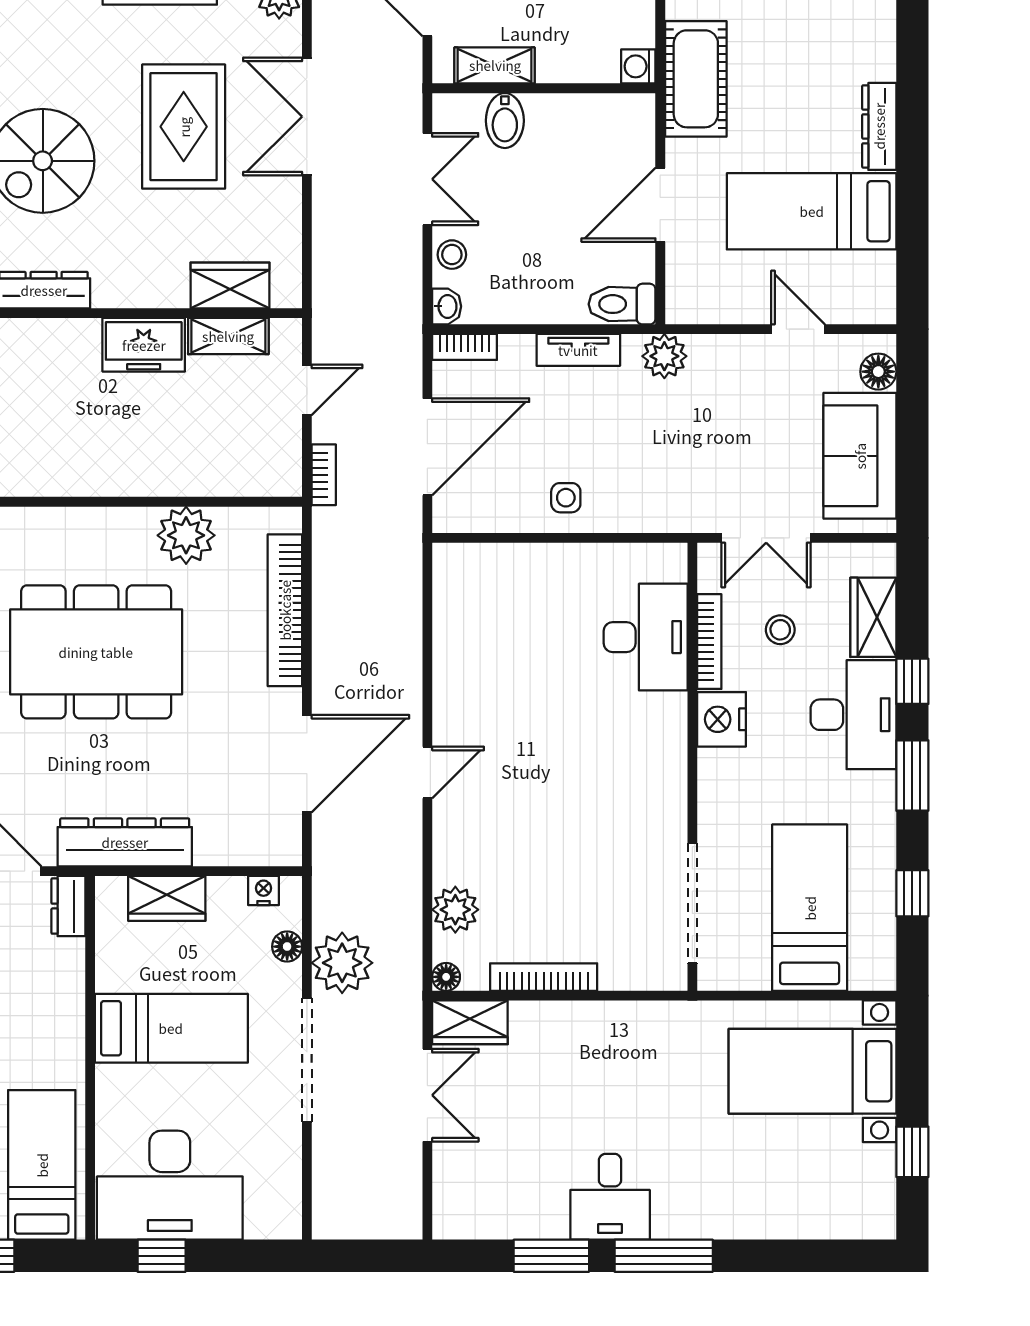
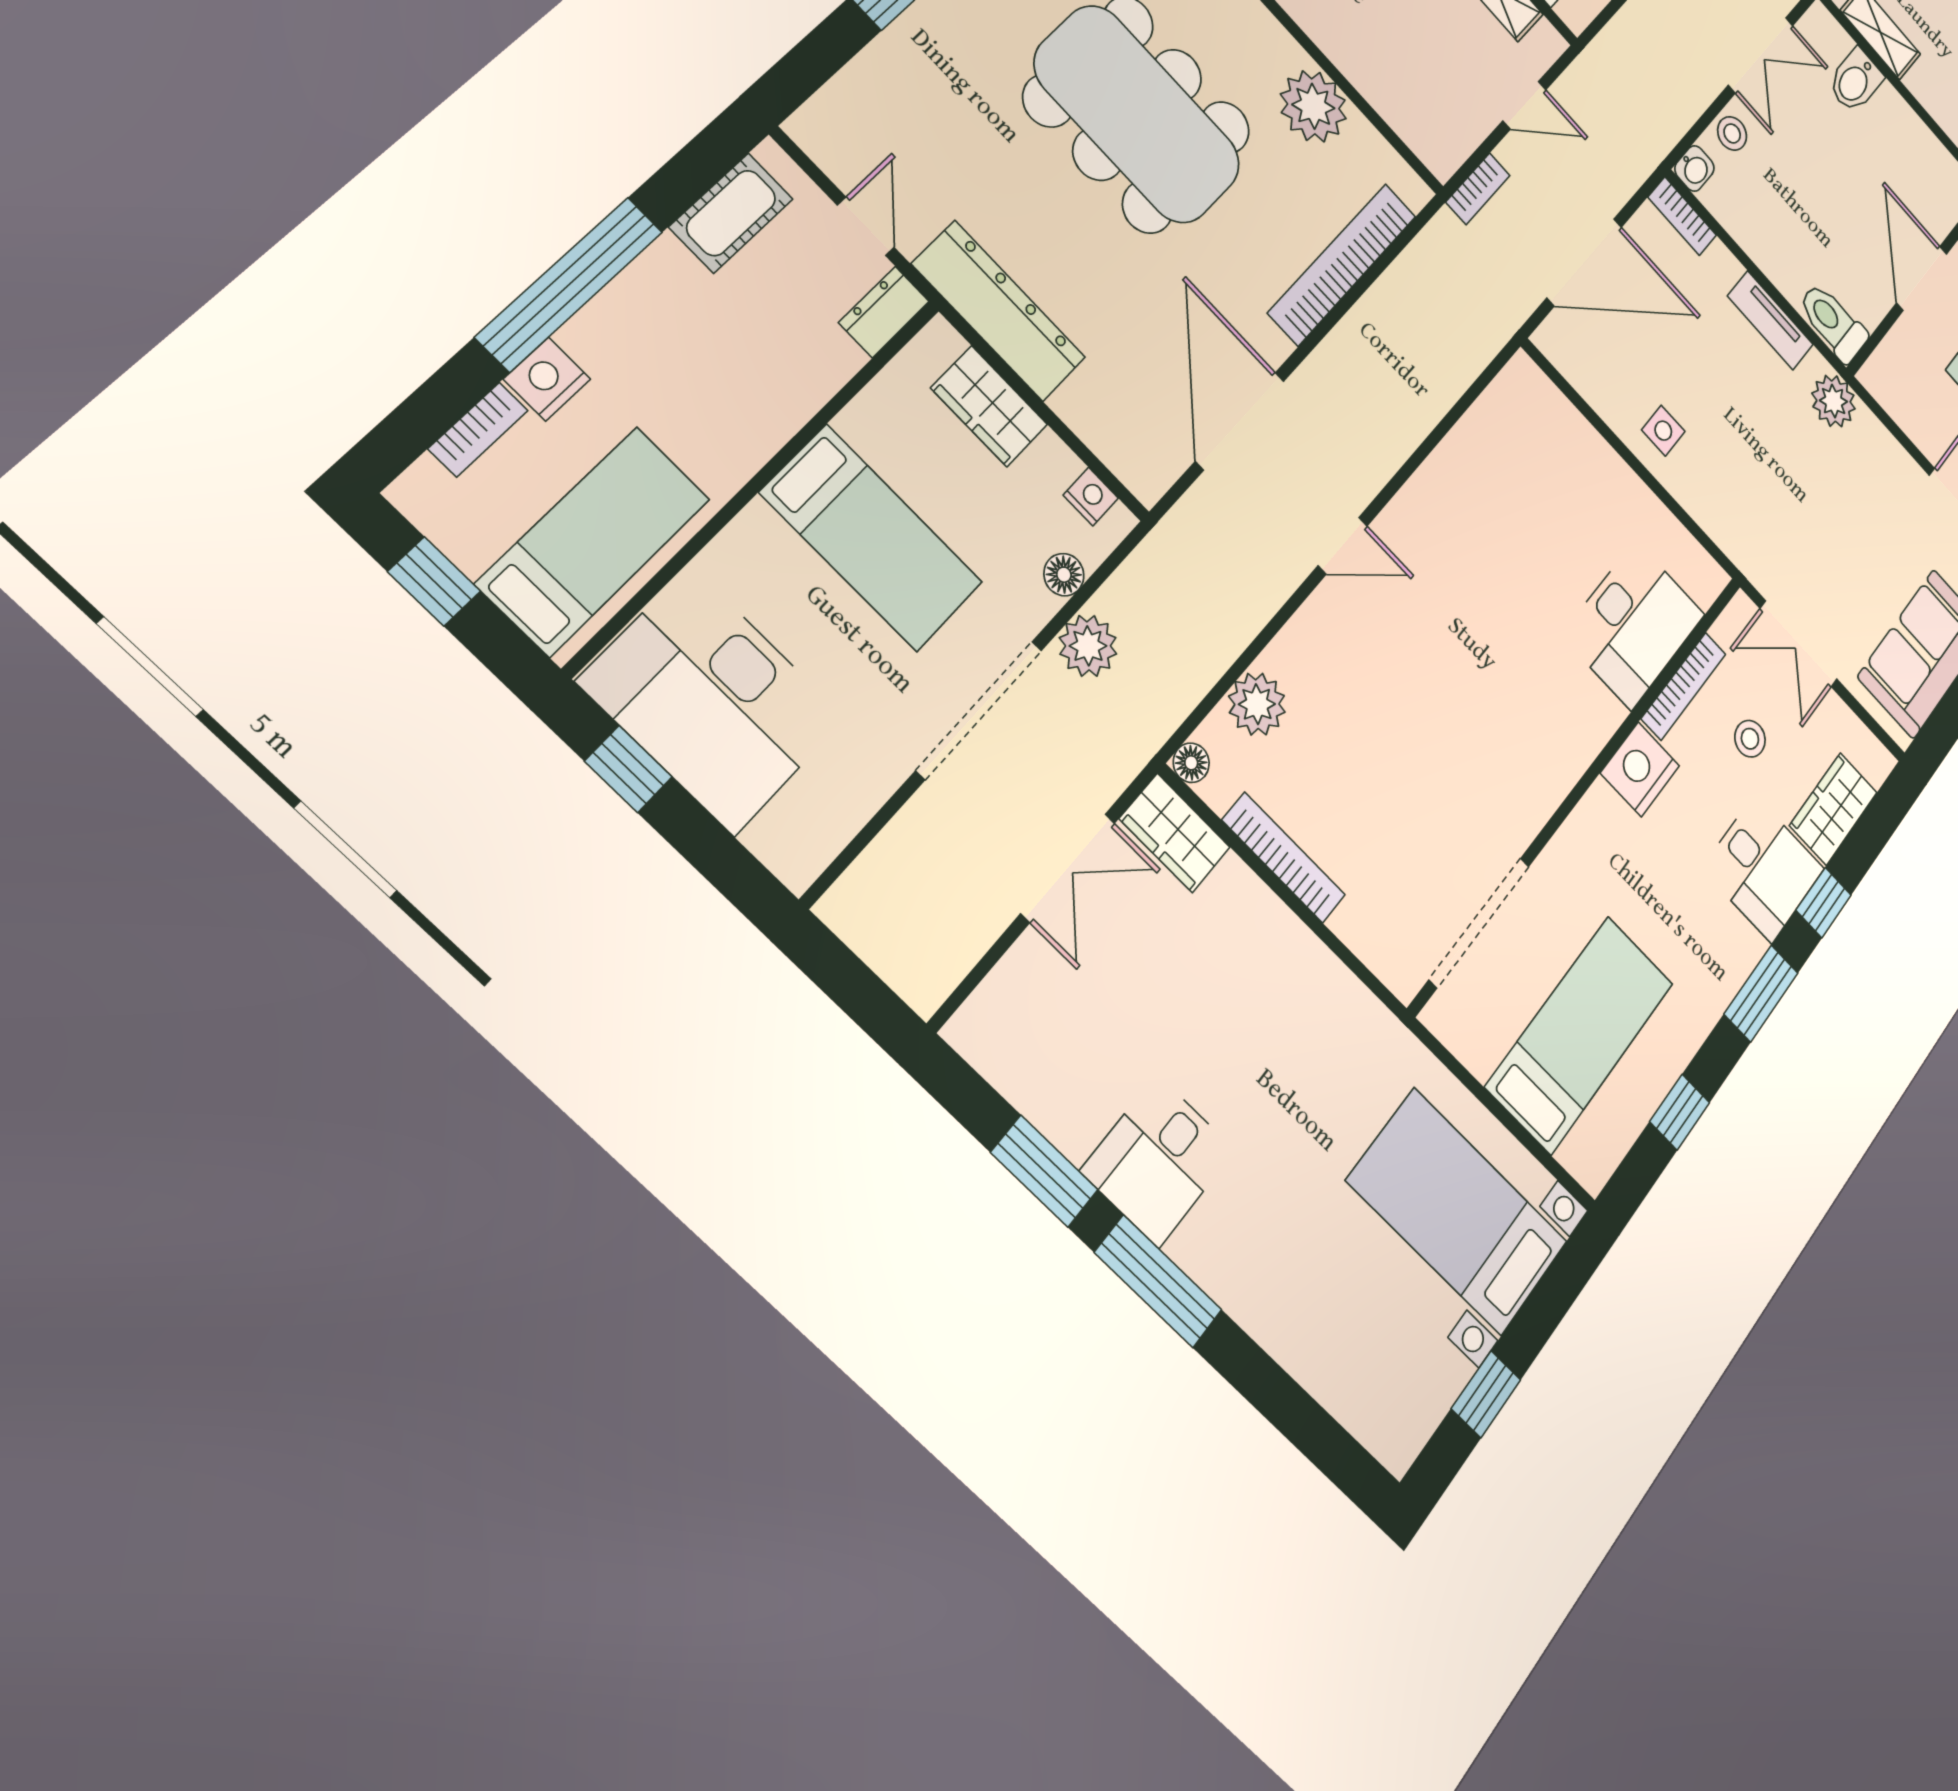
door: (660, 205) -> (1922, 278), hinge flipped
desk: (853, 715) -> (1763, 869), width x0.73
door: (307, 764) -> (1240, 421), swing flipped
plant: (342, 963) -> (1088, 646), width x0.73, depth x0.73

